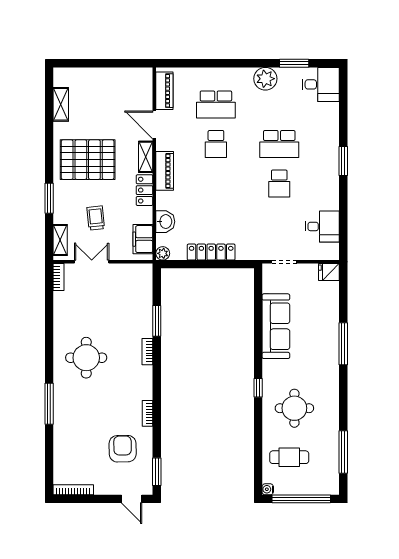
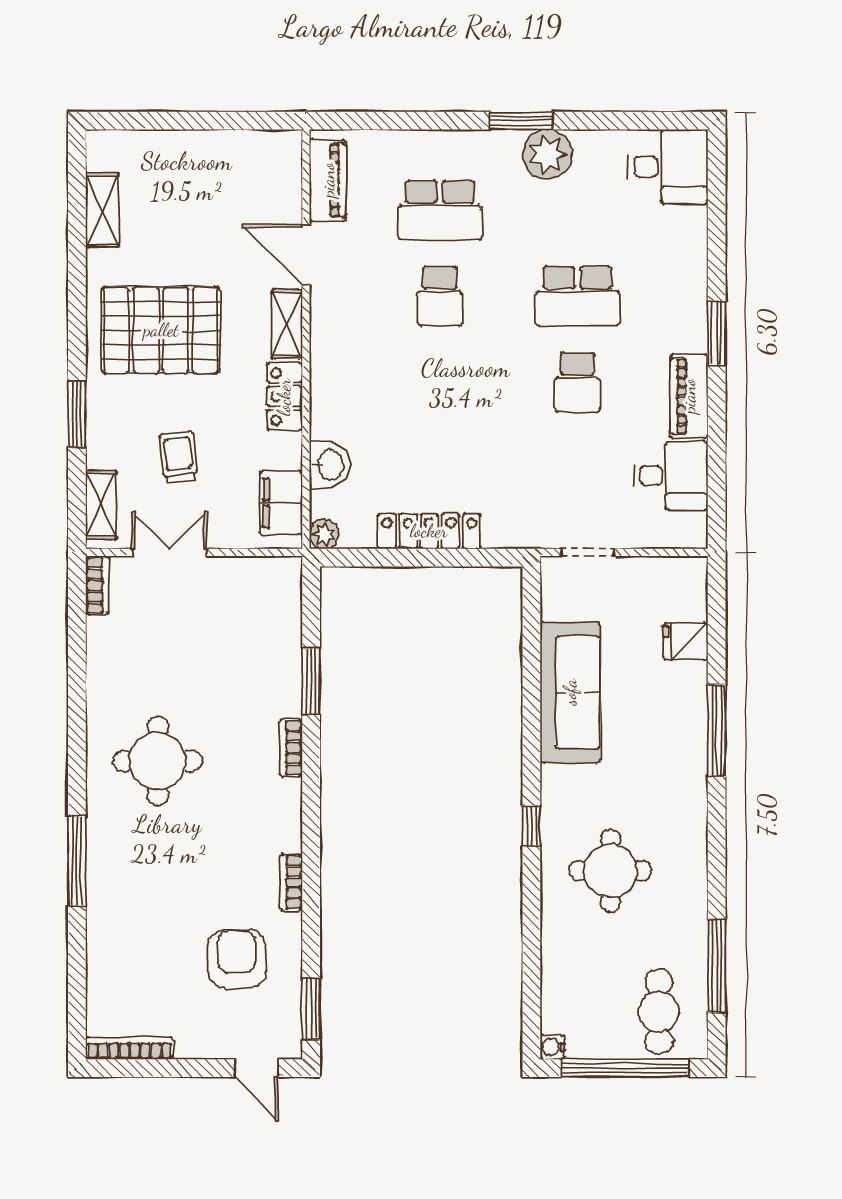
window: (294, 63) -> (522, 121), moved
piano: (165, 171) -> (689, 396), moved, turned 180
fridge: (329, 272) -> (686, 641), moved
cafe table: (289, 457) -> (659, 1012), moved, turned 90

